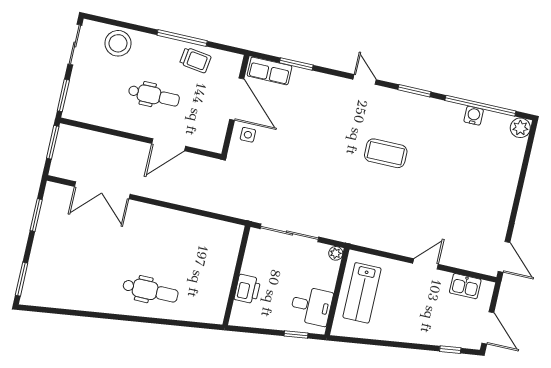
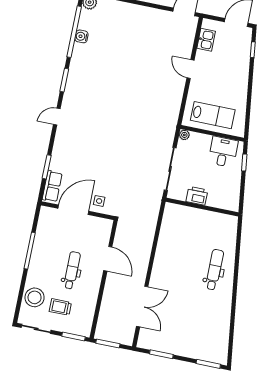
trolley: (195, 60) -> (60, 307), moved, turned -98
coffee table: (386, 153) -> (110, 100), removed
printer: (247, 289) -> (197, 196), moved

